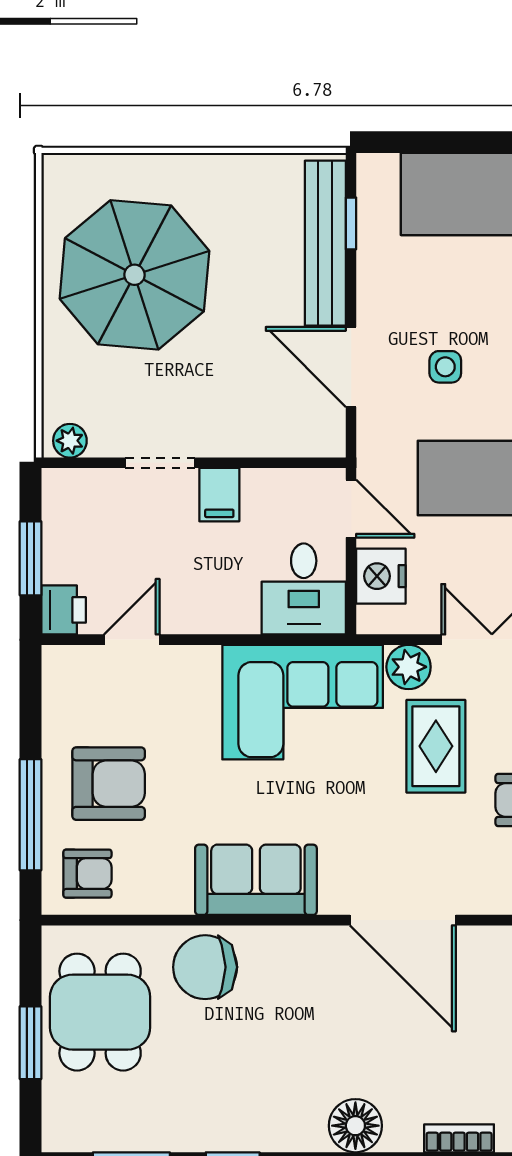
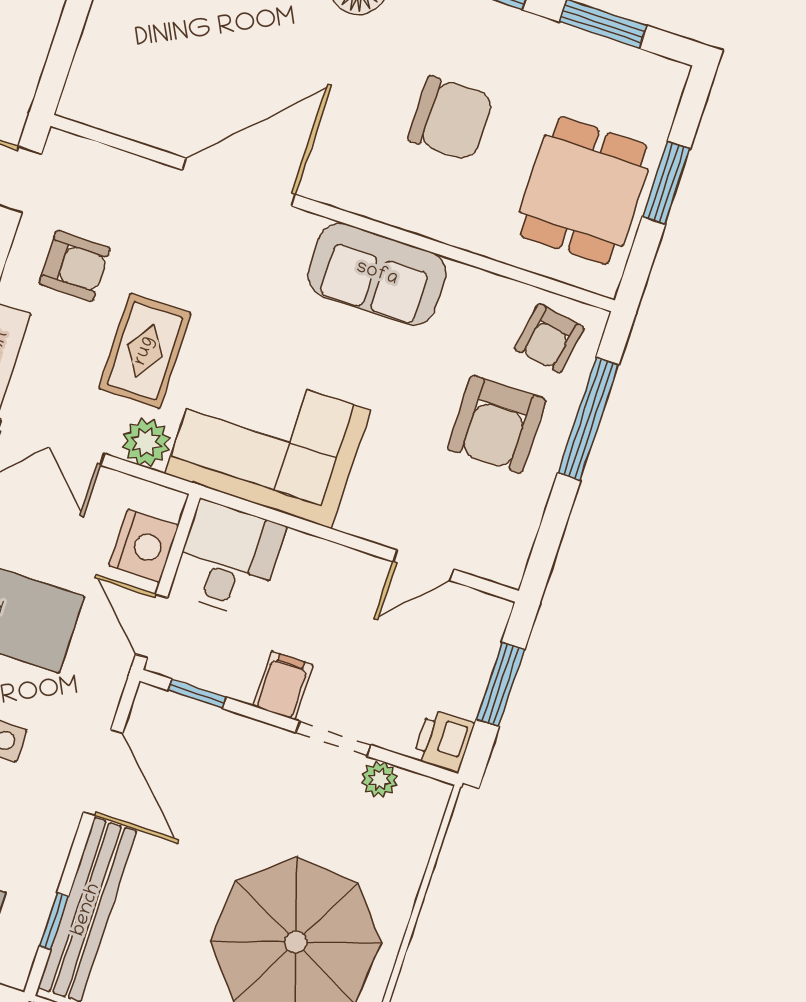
plant: (70, 441) -> (380, 779), moved
window: (292, 463) -> (197, 694), added
printer: (64, 610) -> (444, 741), moved
armchair: (109, 784) -> (497, 424), turned -90
armchair: (87, 874) -> (549, 338), turned -80
door: (403, 920) -> (239, 182), hinge flipped
chair: (205, 967) -> (451, 118), moved

